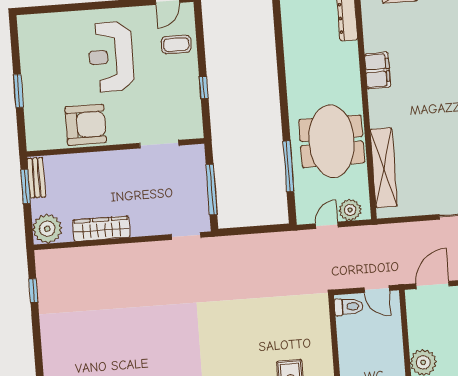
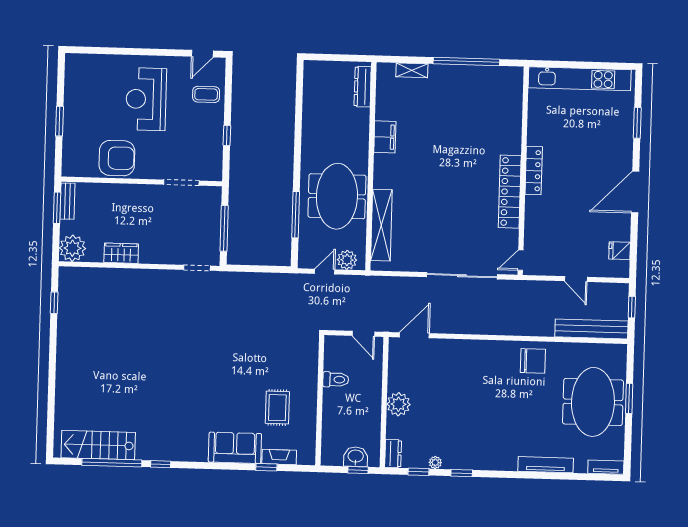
wardrobe: (101, 229) -> (121, 253), width x0.67
toilet: (349, 307) -> (336, 380), moved

